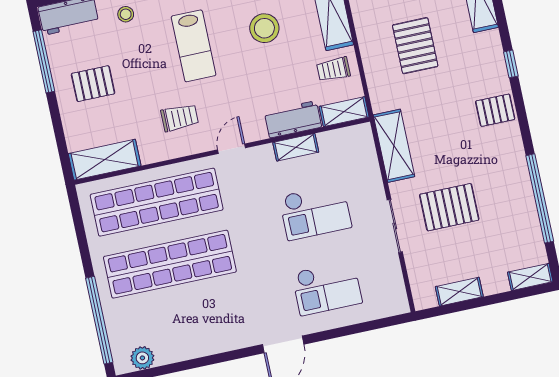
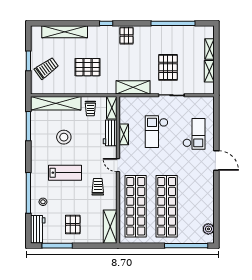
checkout: (315, 212) -> (156, 132), turned 180
shelving: (530, 277) -> (210, 49), moved

